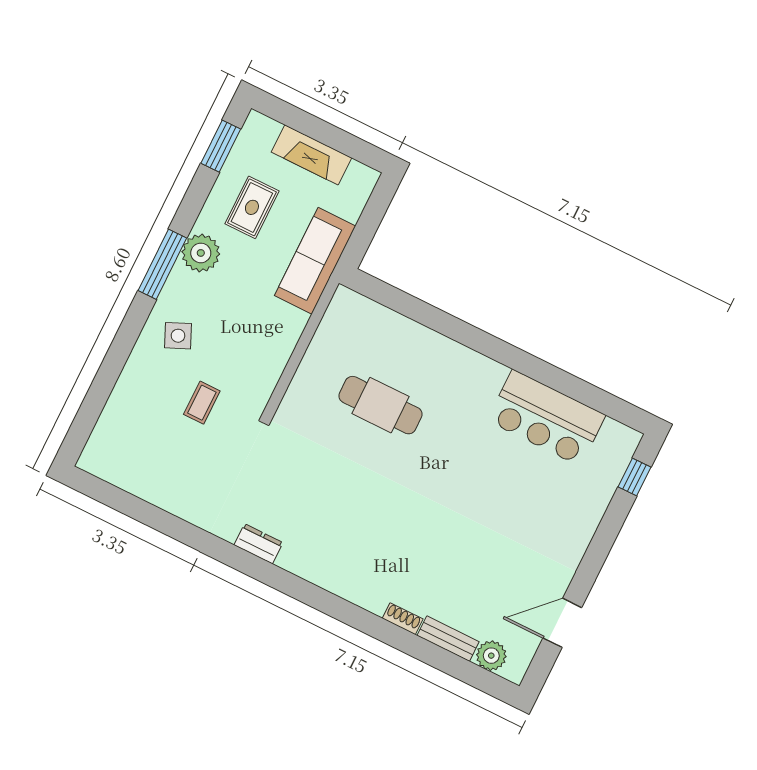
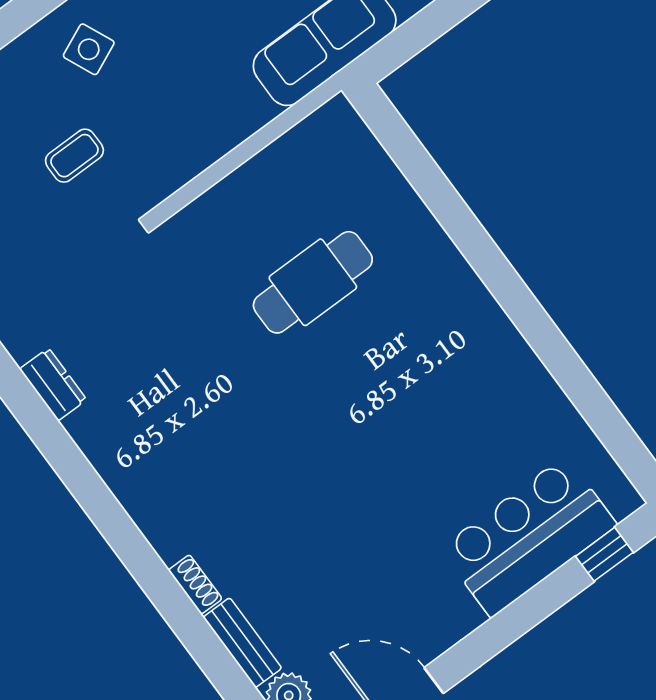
cafe table: (381, 405) -> (313, 282), turned 90
bar counter: (546, 418) -> (528, 537), moved, turned 90

